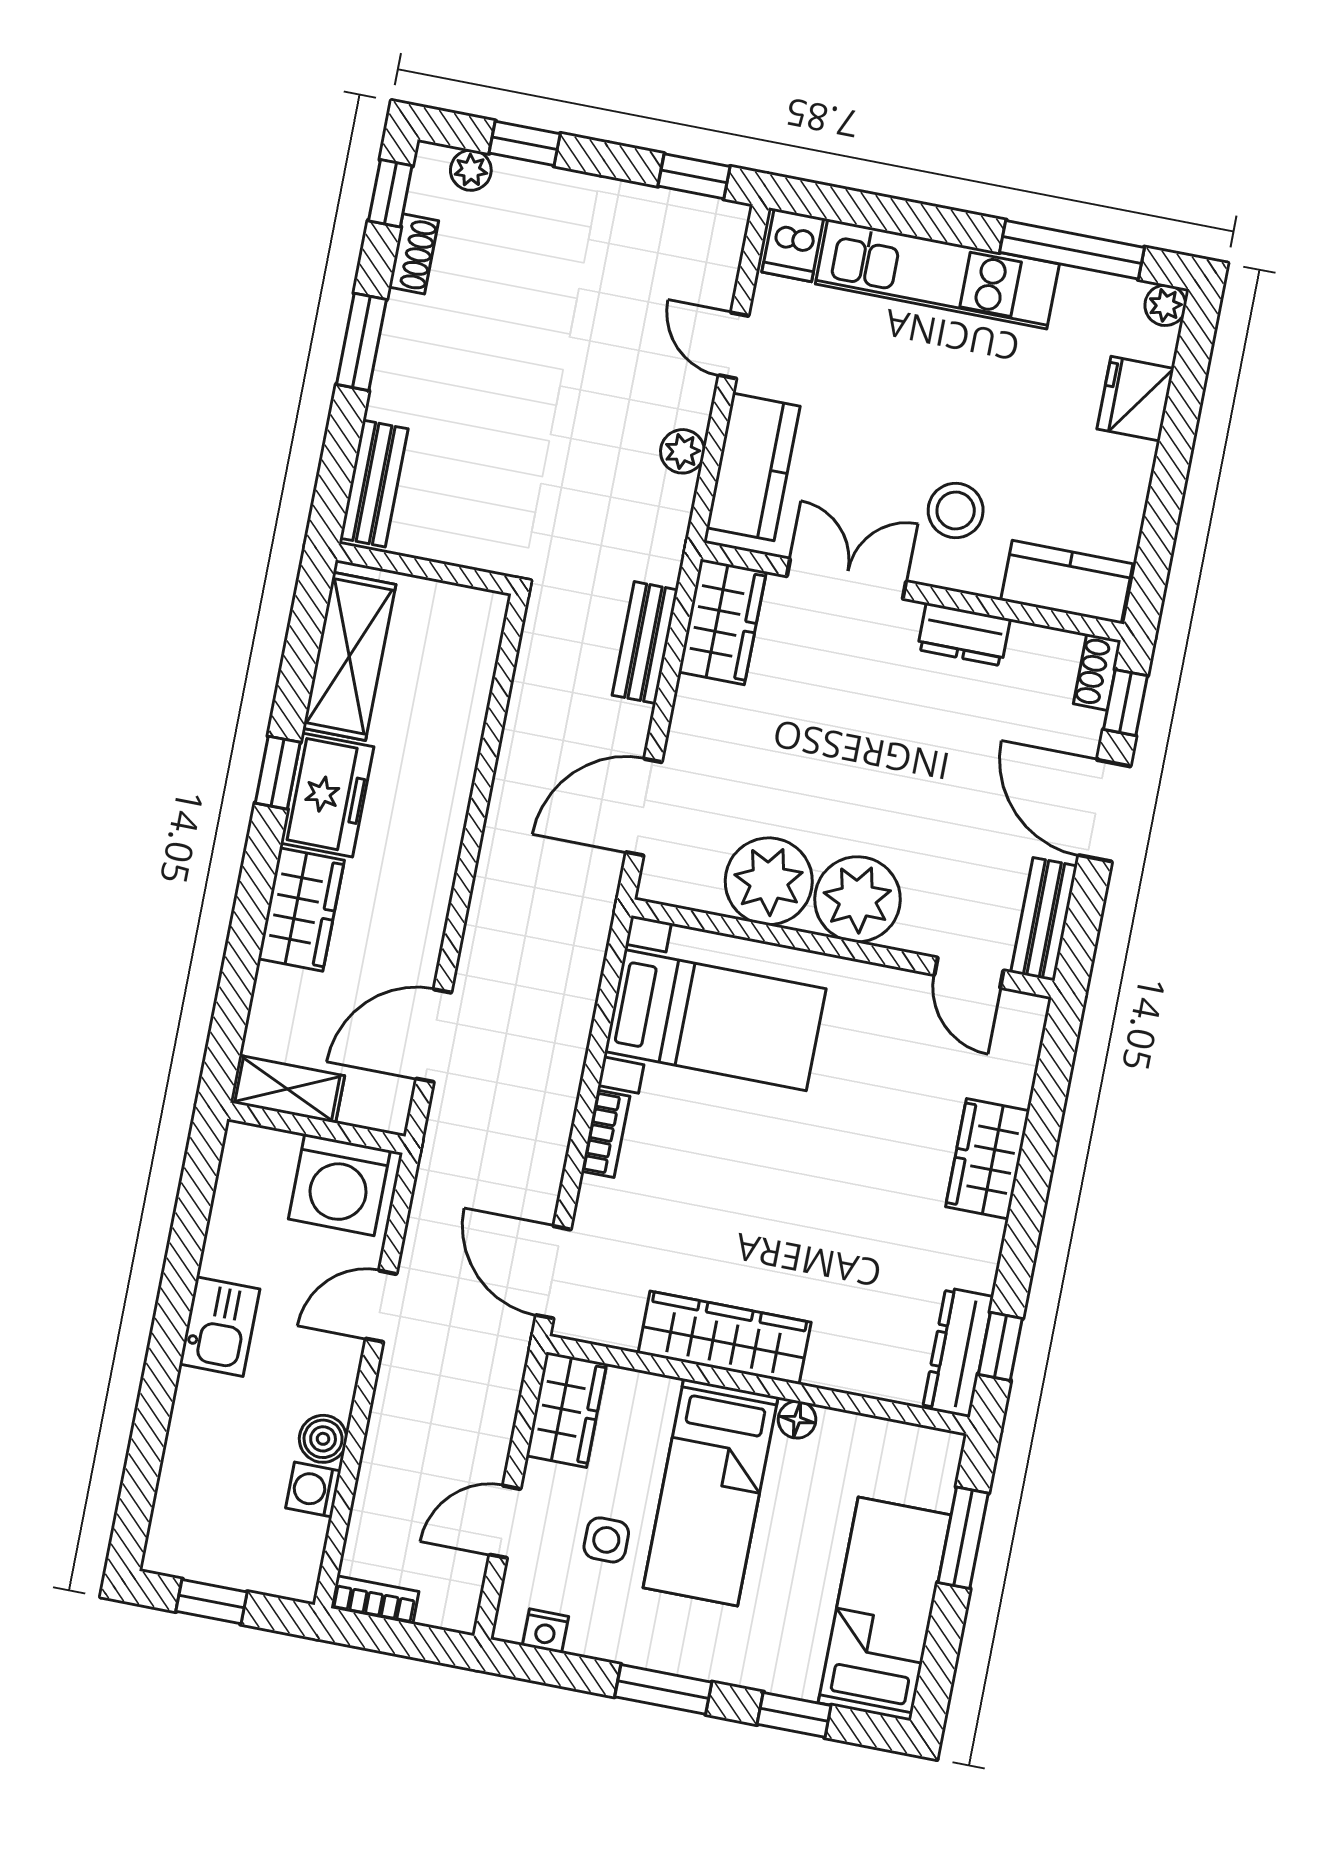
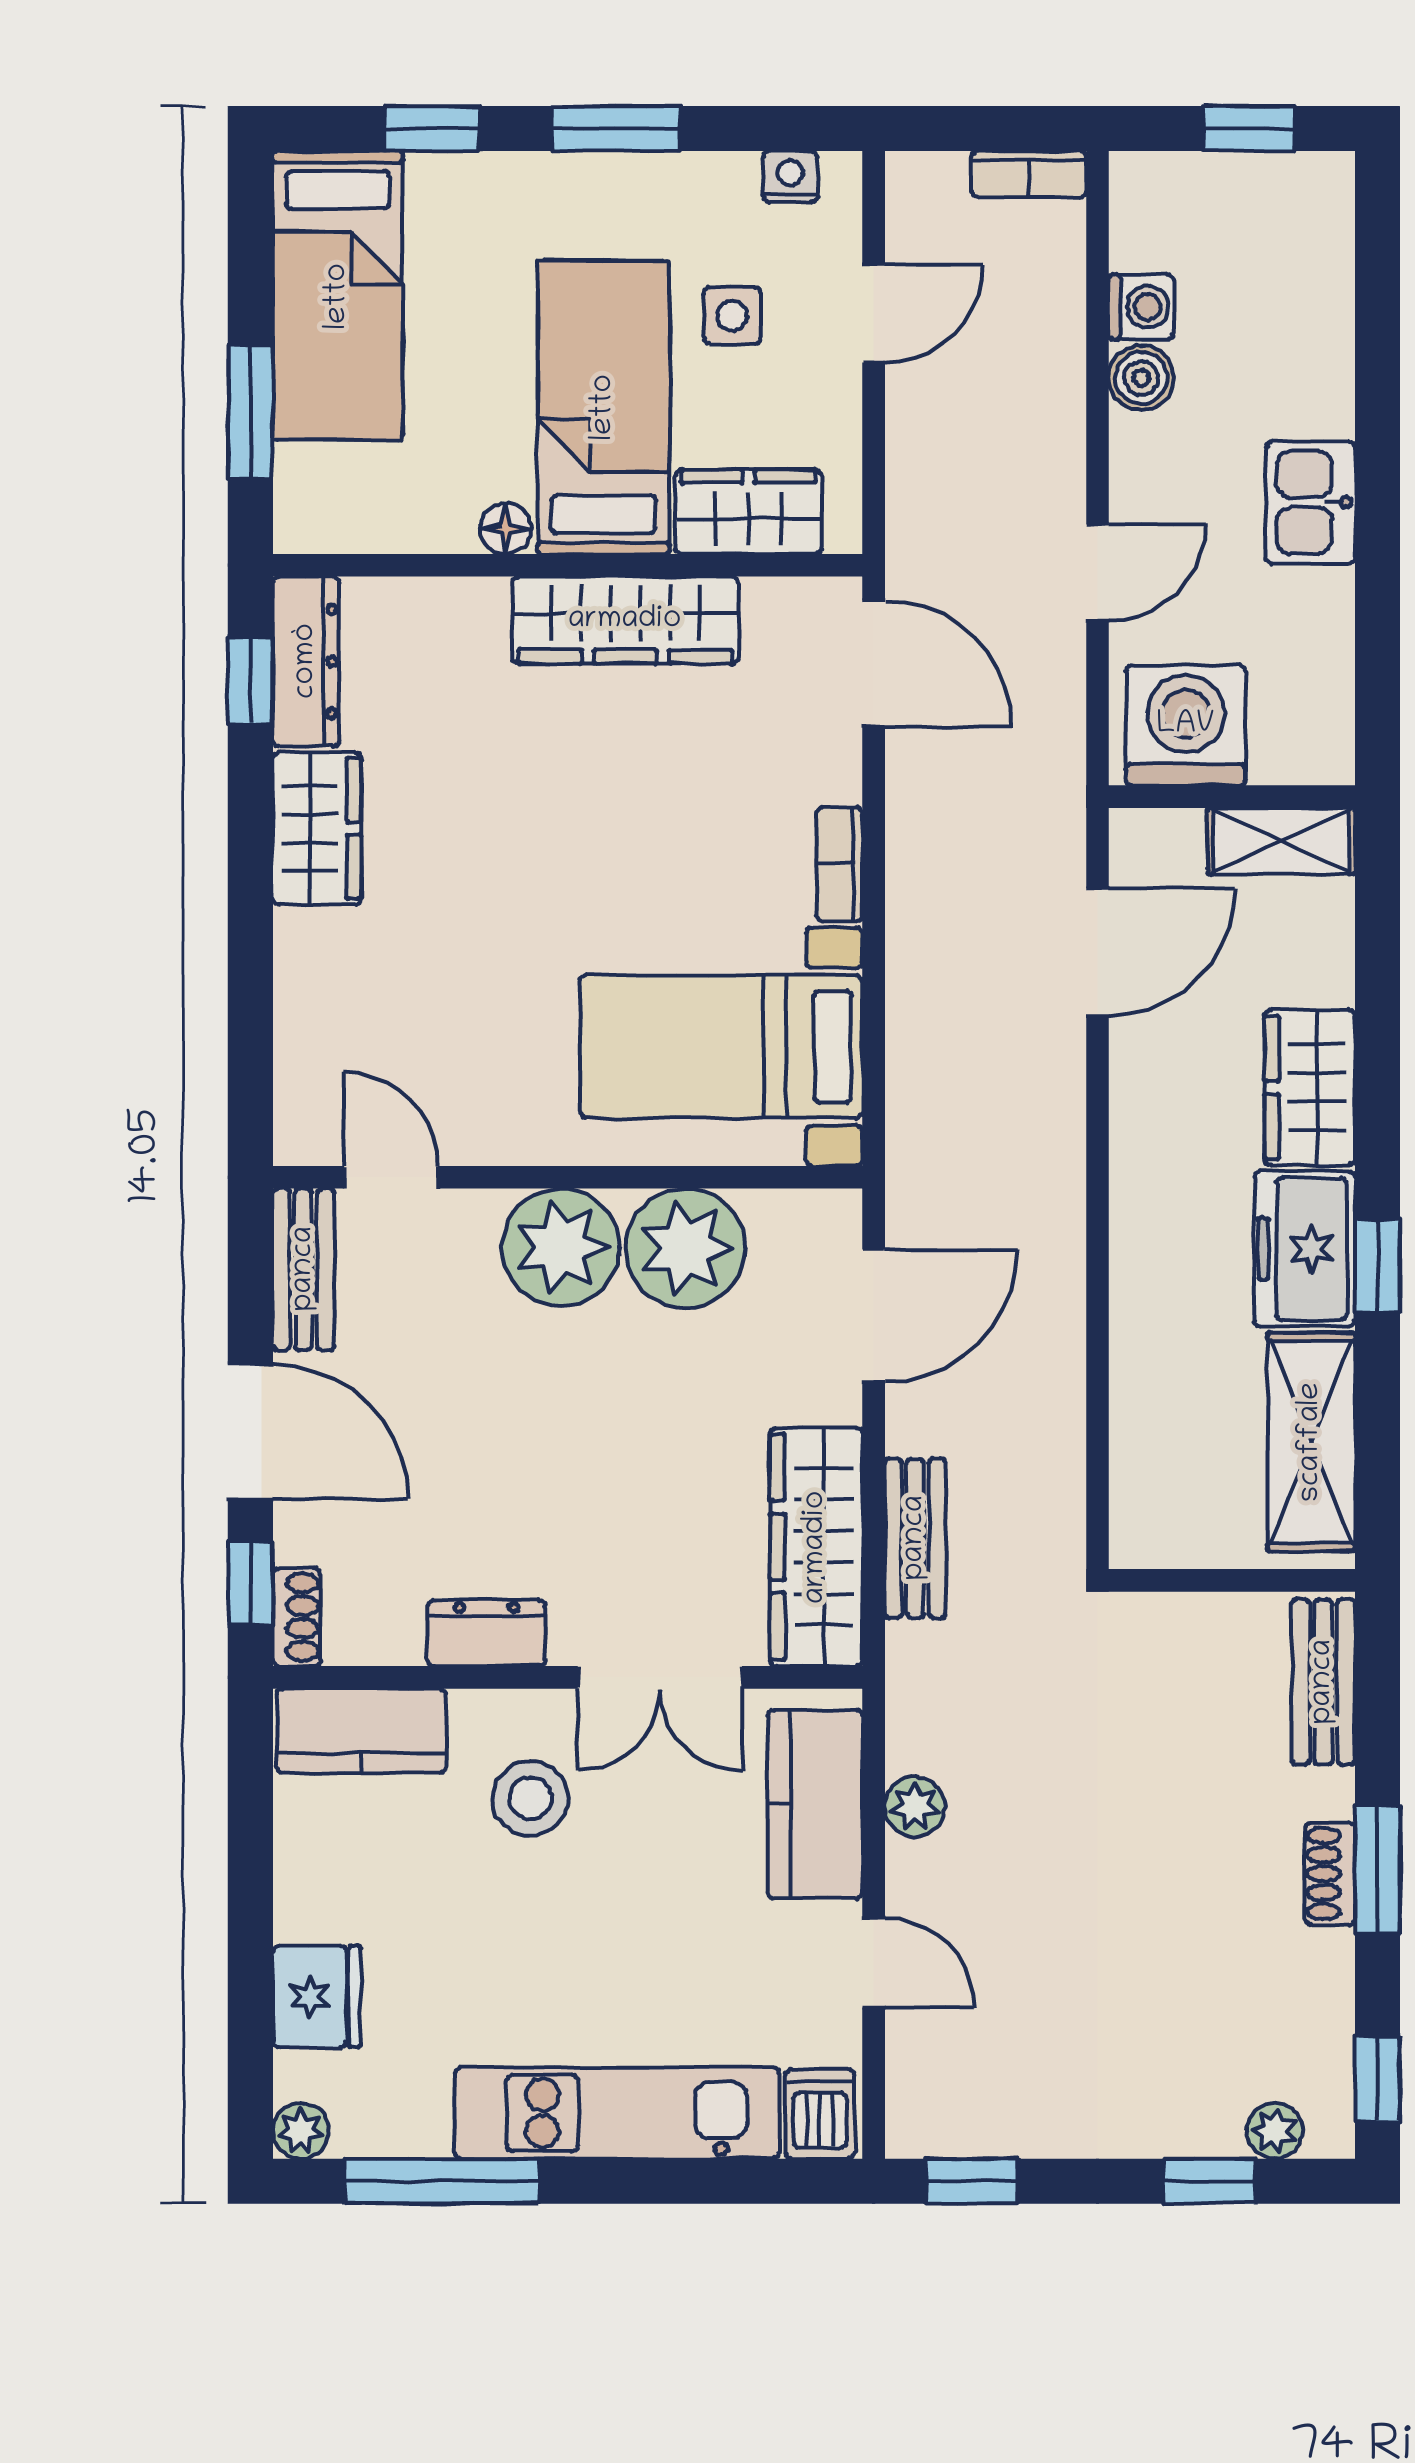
shoe rack: (414, 254) -> (1330, 1874), moved
wardrobe: (722, 622) -> (816, 1547), width x1.50
wardrobe: (988, 1159) -> (317, 828), moved
wardrobe: (566, 1410) -> (748, 512), moved, turned 90

